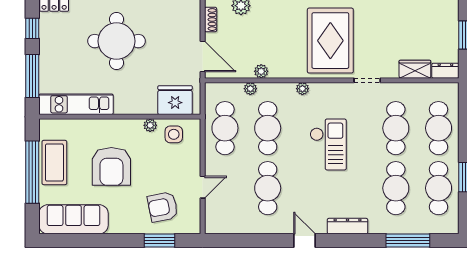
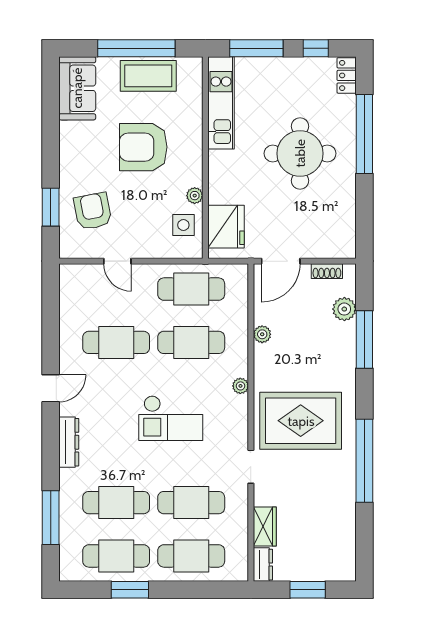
plant: (250, 89) -> (241, 321), removed
sofa: (73, 219) -> (77, 88), width x0.73

